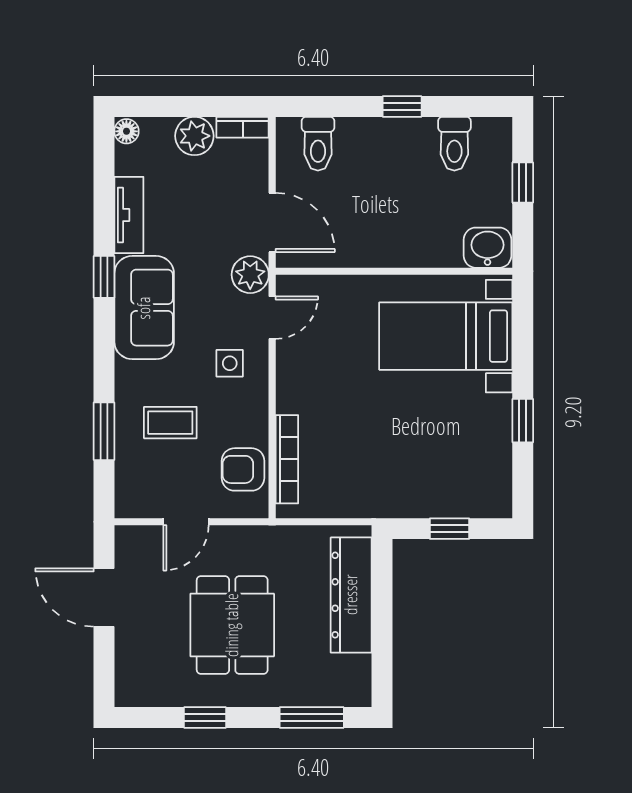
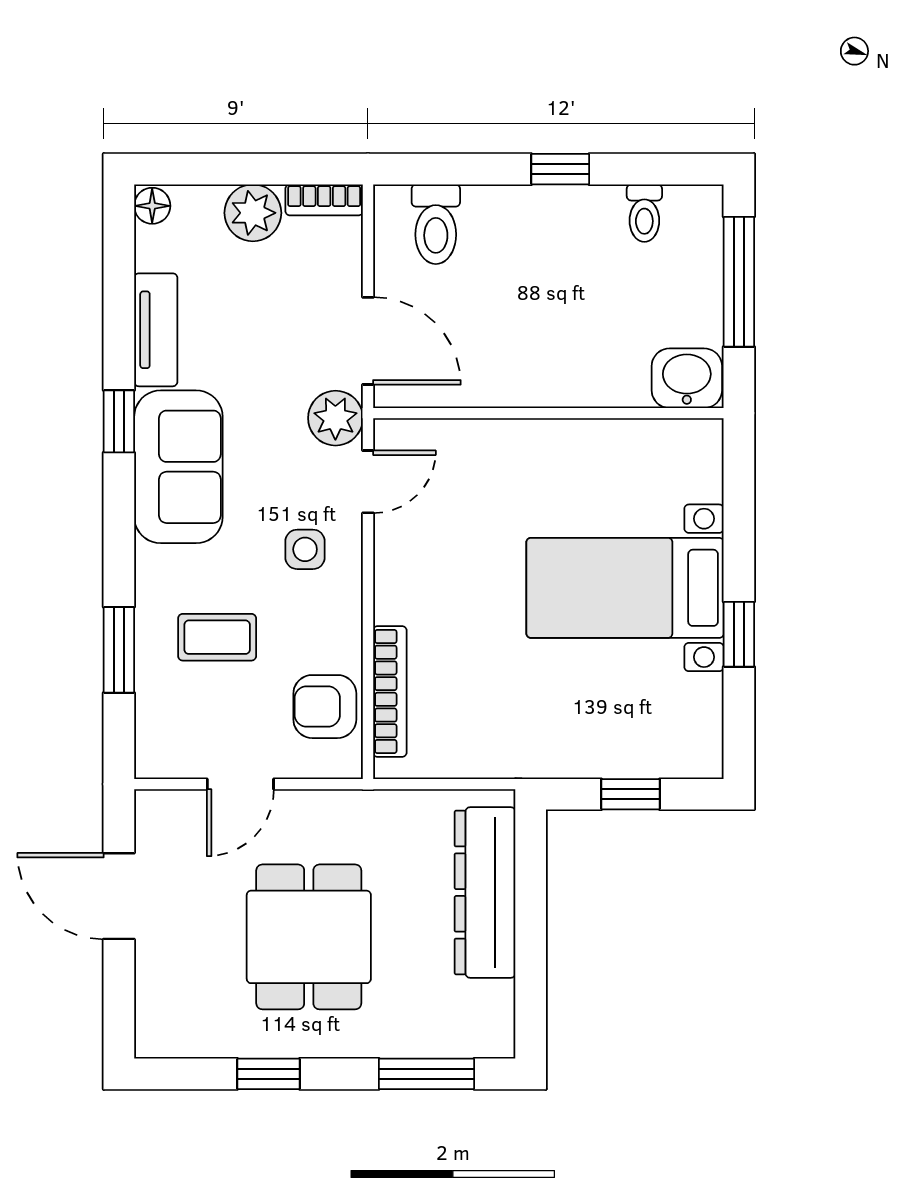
toilet: (454, 144) -> (644, 213), width x0.73, depth x0.72
window: (523, 182) -> (739, 282), width x2.17
bed with nightstands: (446, 336) -> (625, 588), moved

